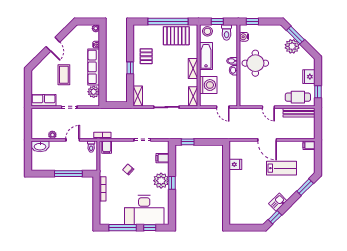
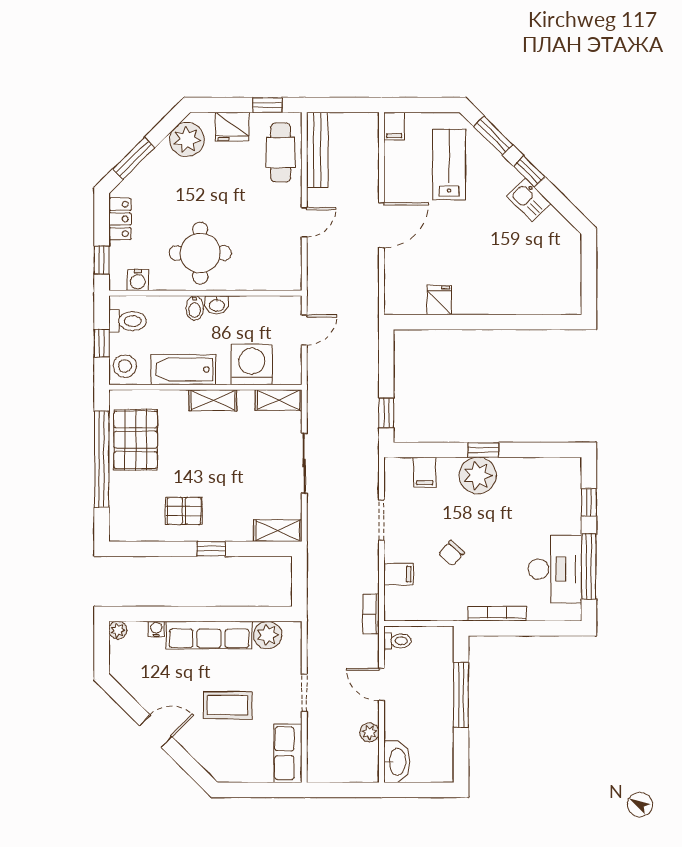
locker: (270, 29) -> (120, 219), added
plant: (292, 46) -> (187, 140), moved
filing cabinet: (107, 147) -> (399, 574), moved
lab bench: (281, 168) -> (449, 165), moved
desk: (144, 210) -> (555, 569), moved, width x0.73, depth x0.77
window: (275, 217) -> (529, 171), moved

